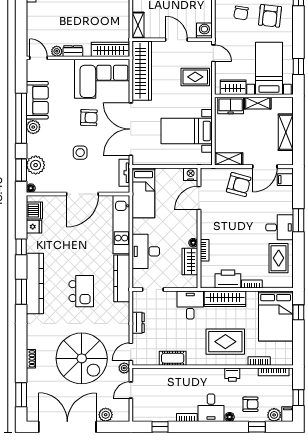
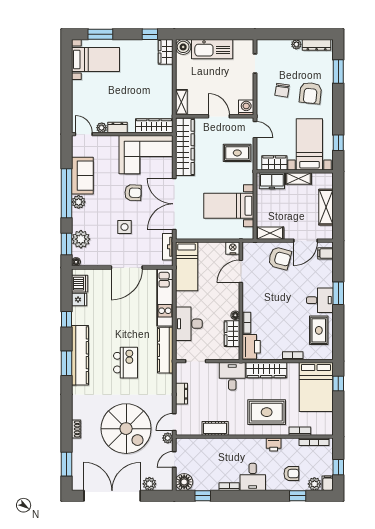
printer: (228, 279) -> (251, 347), moved, turned 90
floor lamp: (230, 417) -> (184, 482), moved, width x1.89, depth x1.89

